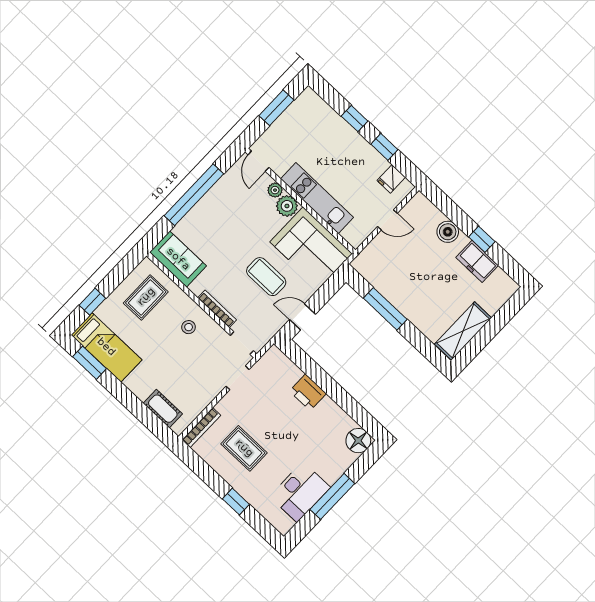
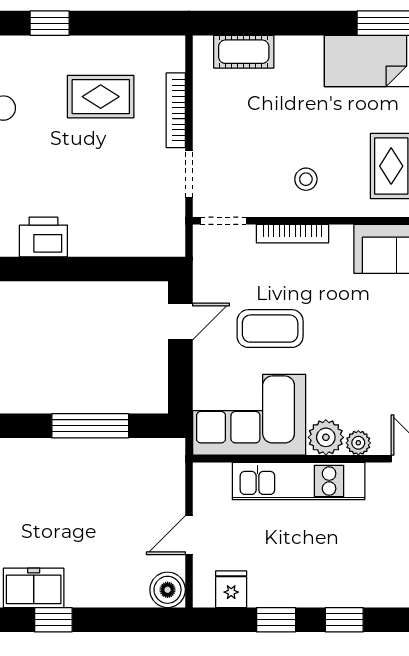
boiler: (448, 232) -> (168, 590), moved
printer: (308, 392) -> (43, 237), moved
bookcase: (201, 428) -> (176, 110), moved

